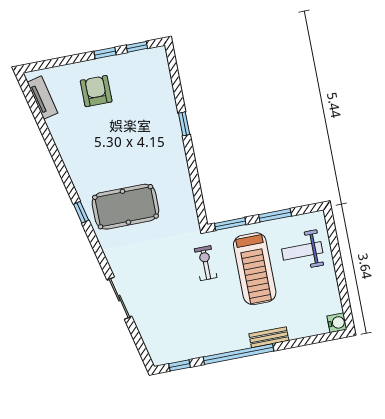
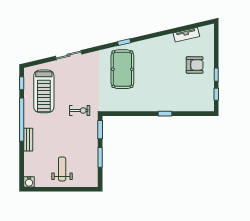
tv unit: (43, 98) -> (186, 35), moved
weight bench: (302, 251) -> (62, 169), moved
treadmill: (255, 269) -> (44, 91), moved, turned -90

